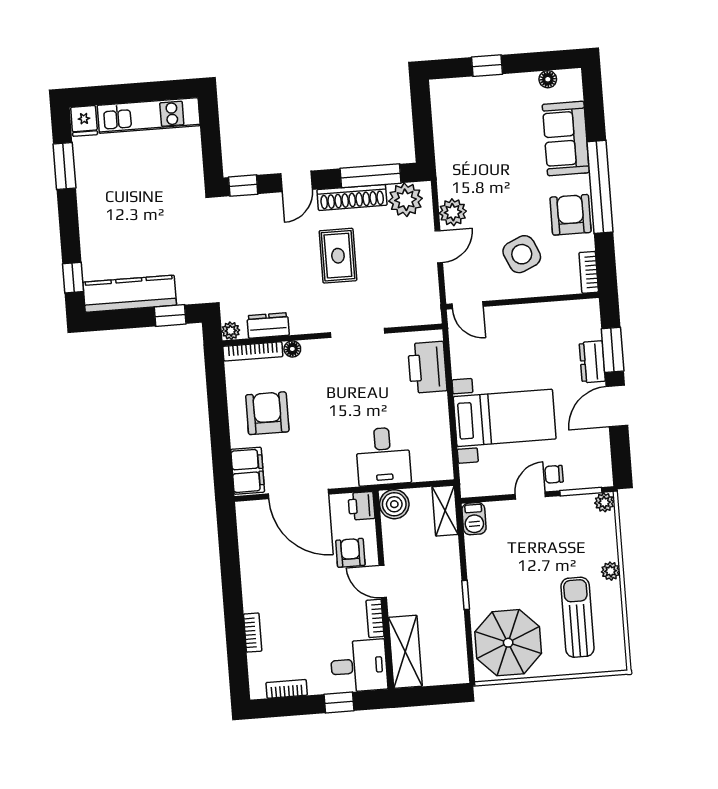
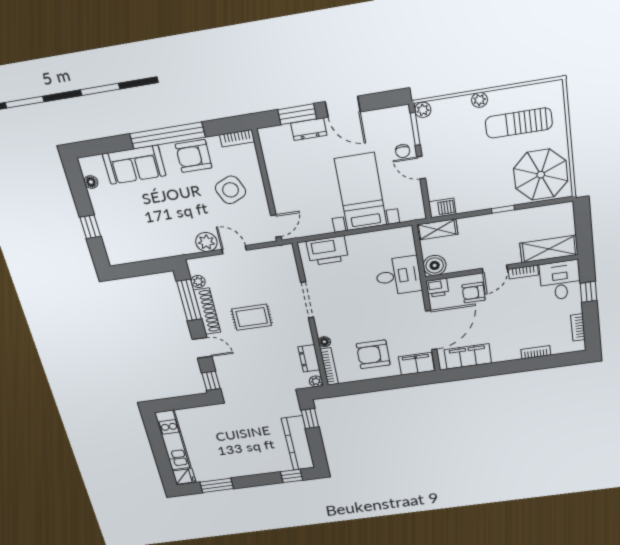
plant: (406, 200) -> (198, 282), width x0.53, depth x0.53
filing cabinet: (254, 541) -> (468, 356), added

